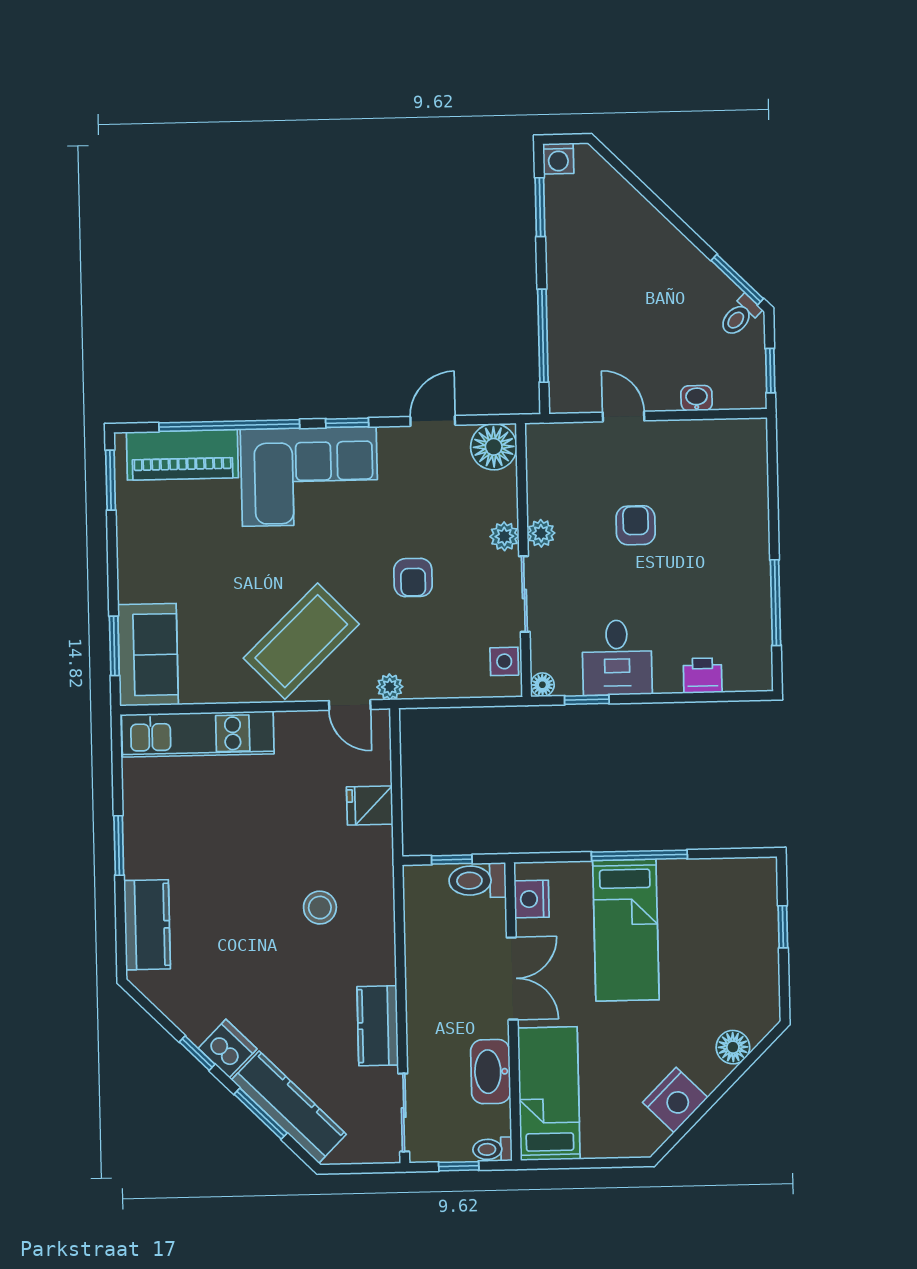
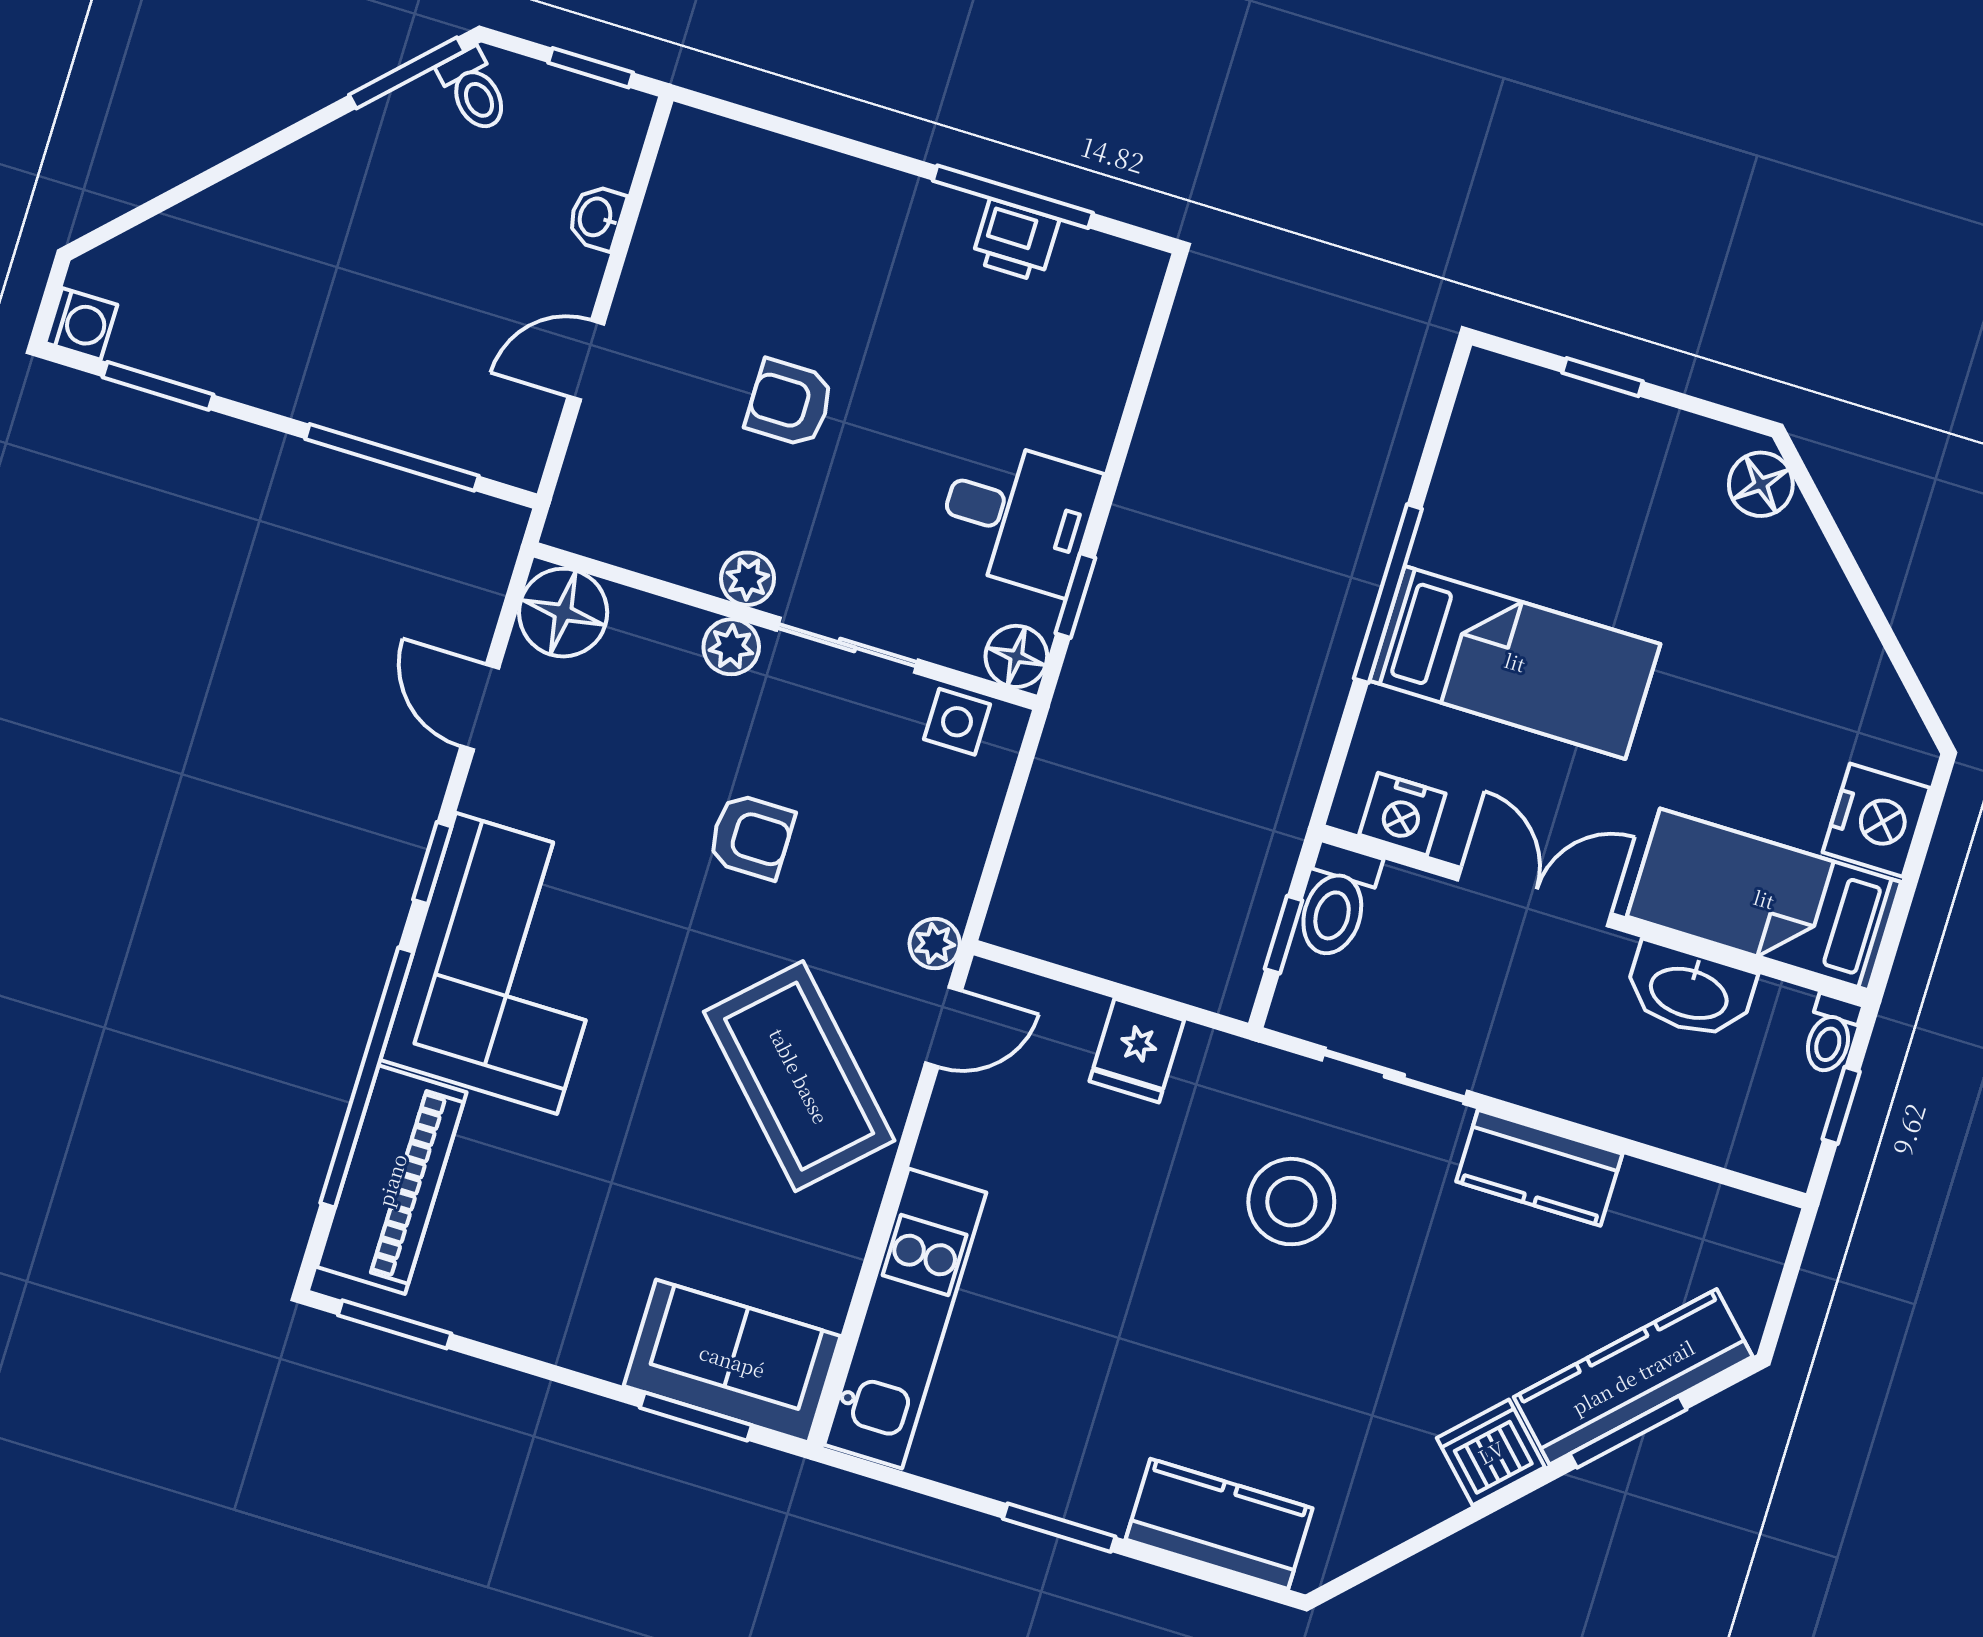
printer: (703, 676) -> (1015, 240), moved, turned -90
floor lamp: (542, 685) -> (1016, 656), width x1.37, depth x1.37
stool: (320, 908) -> (1291, 1202), width x1.38, depth x1.38
floor lamp: (733, 1047) -> (1761, 484), moved
window: (197, 1053) -> (1481, 1510), removed
nightstand: (675, 1100) -> (1876, 820), moved, turned 45
sliding door: (404, 1113) -> (1394, 1076), moved

